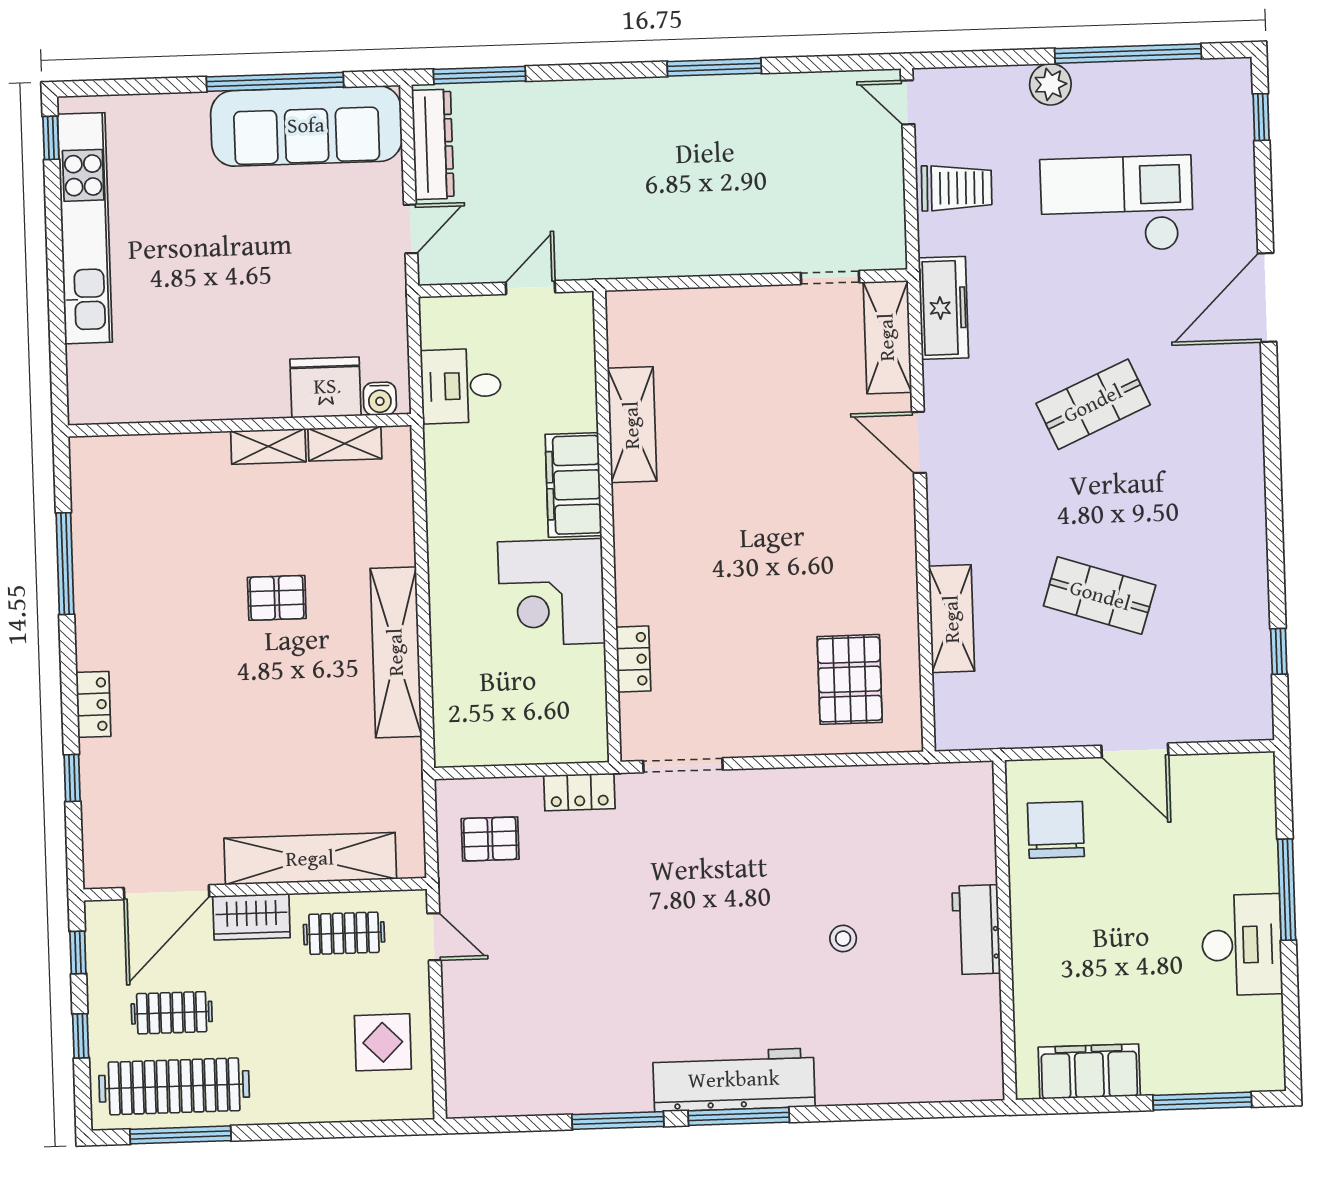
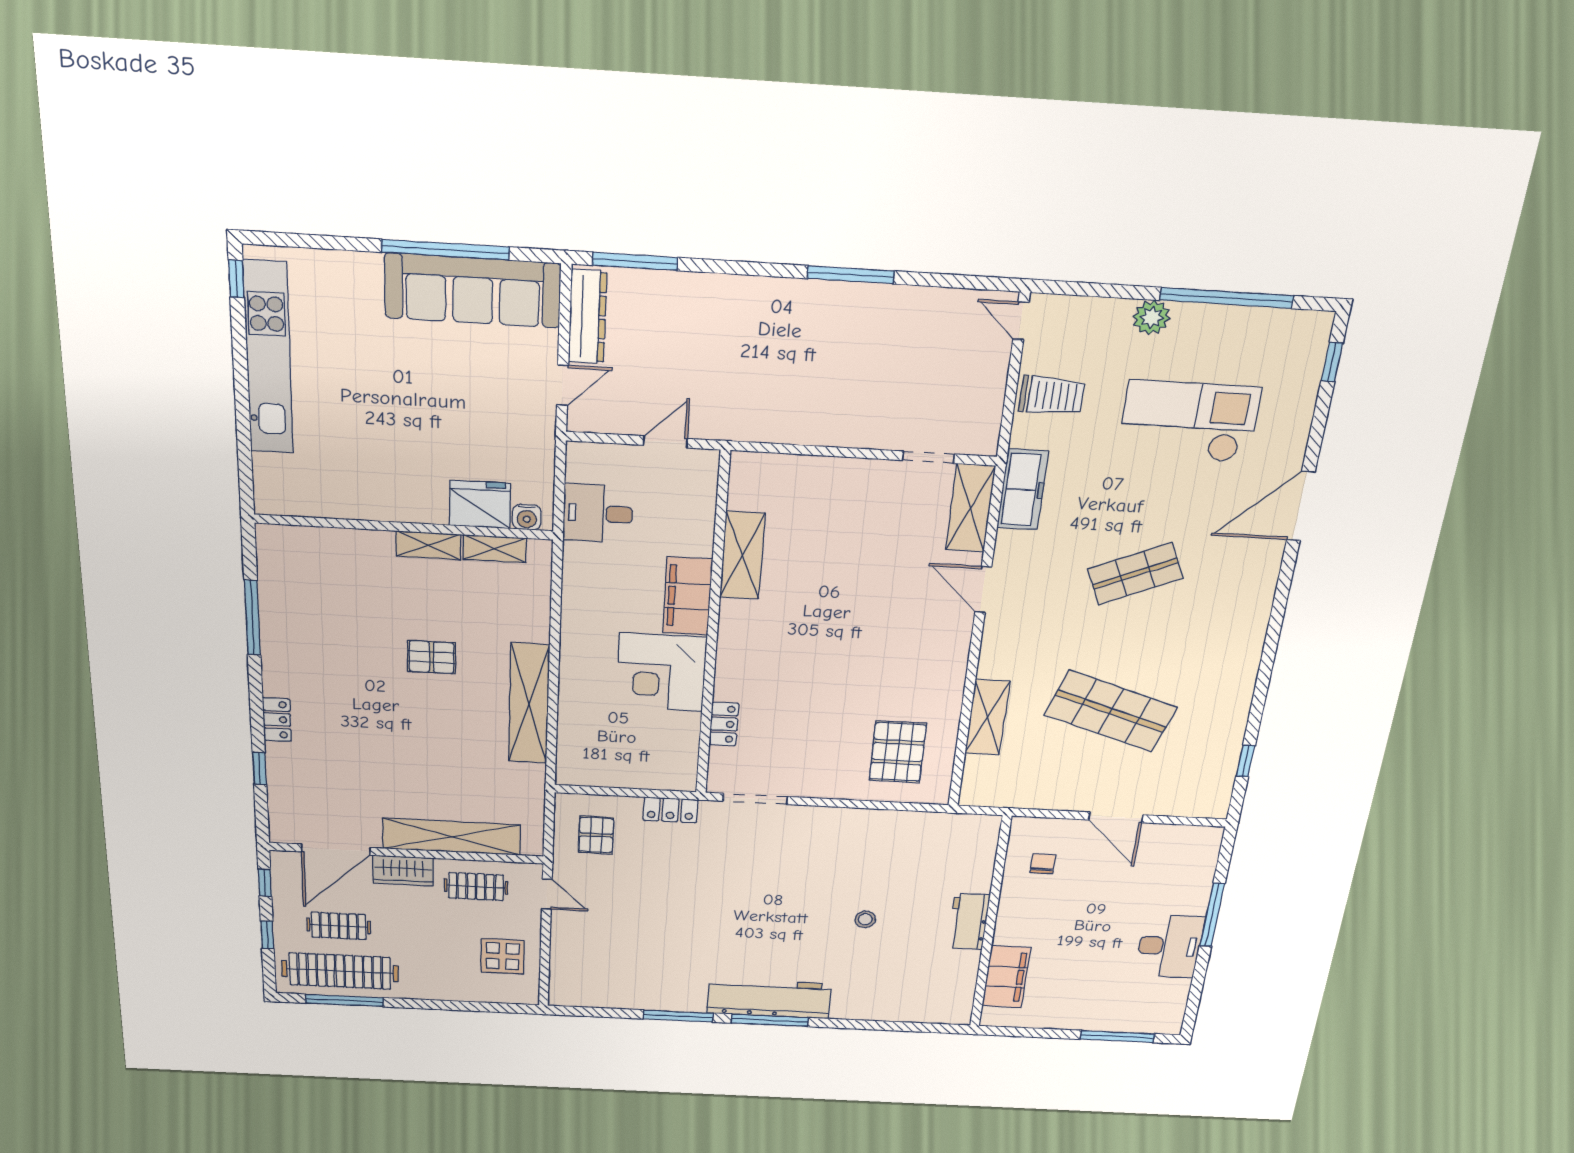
shop shelf: (1100, 596) -> (1111, 711), width x1.43, depth x1.36
chair: (1056, 830) -> (1043, 864), width x0.54, depth x0.54
pallet: (490, 839) -> (596, 835), turned 90
filing cabinet: (1089, 1071) -> (1006, 977), moved, turned 90

